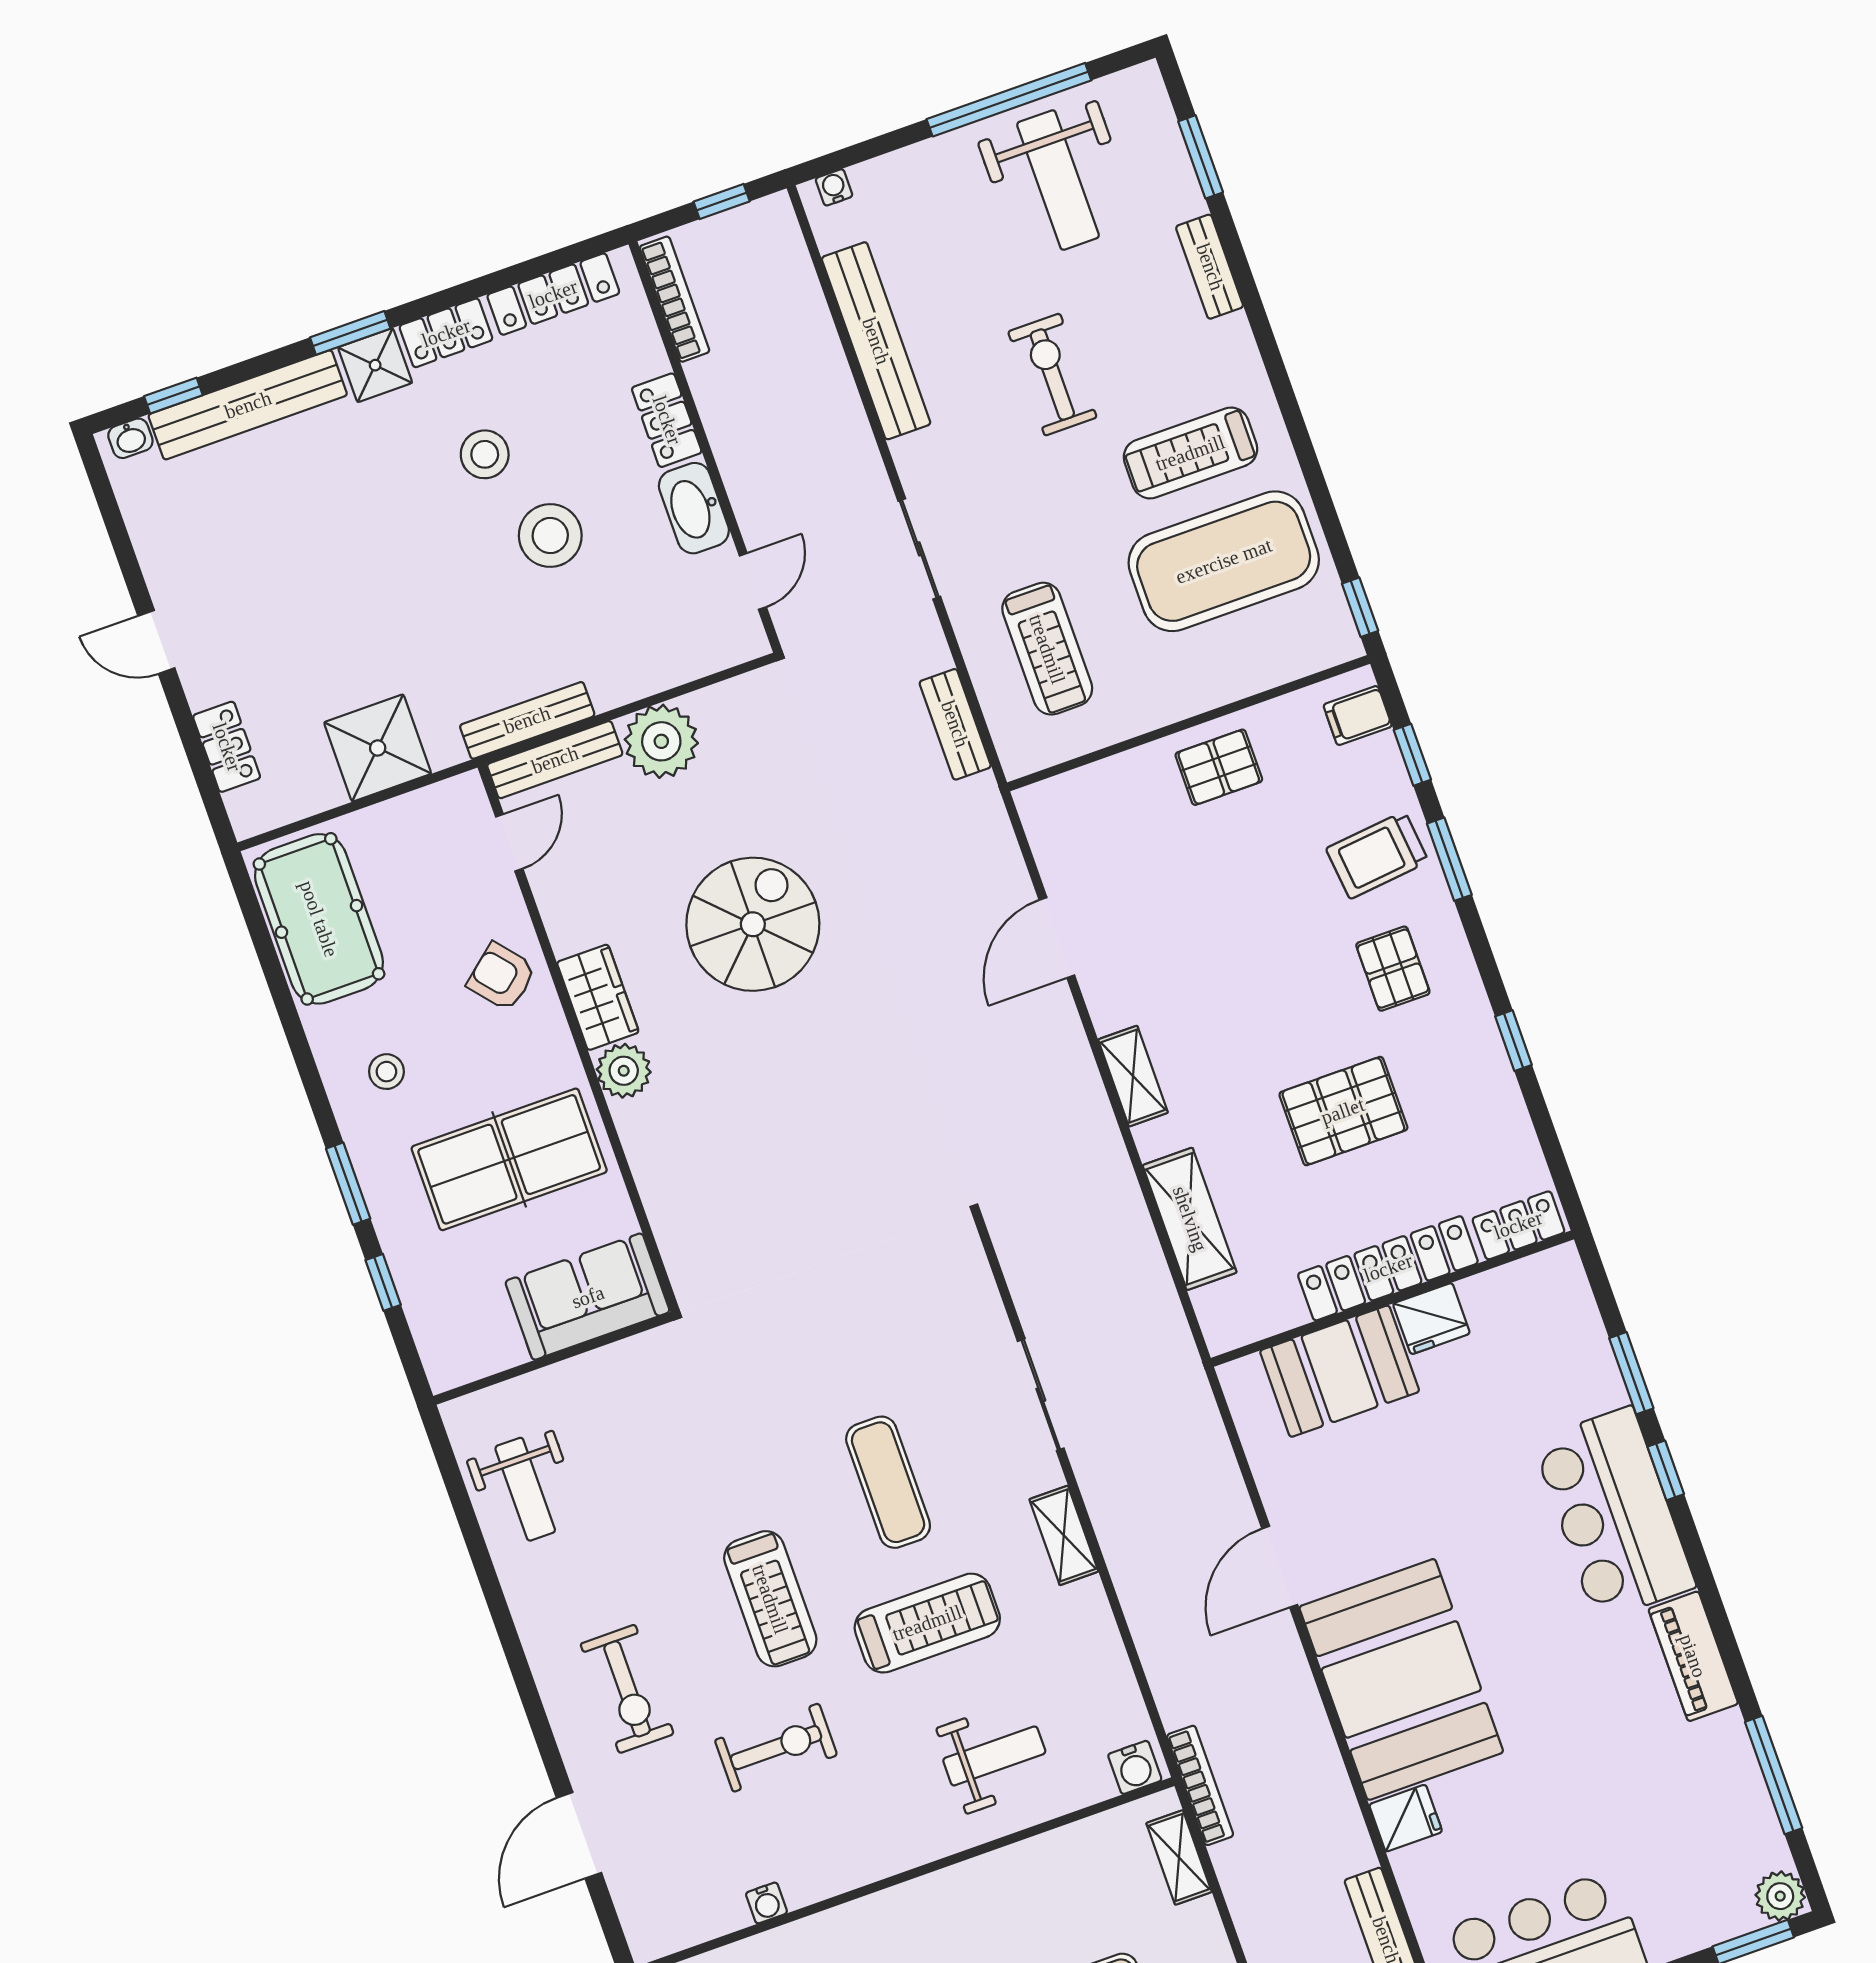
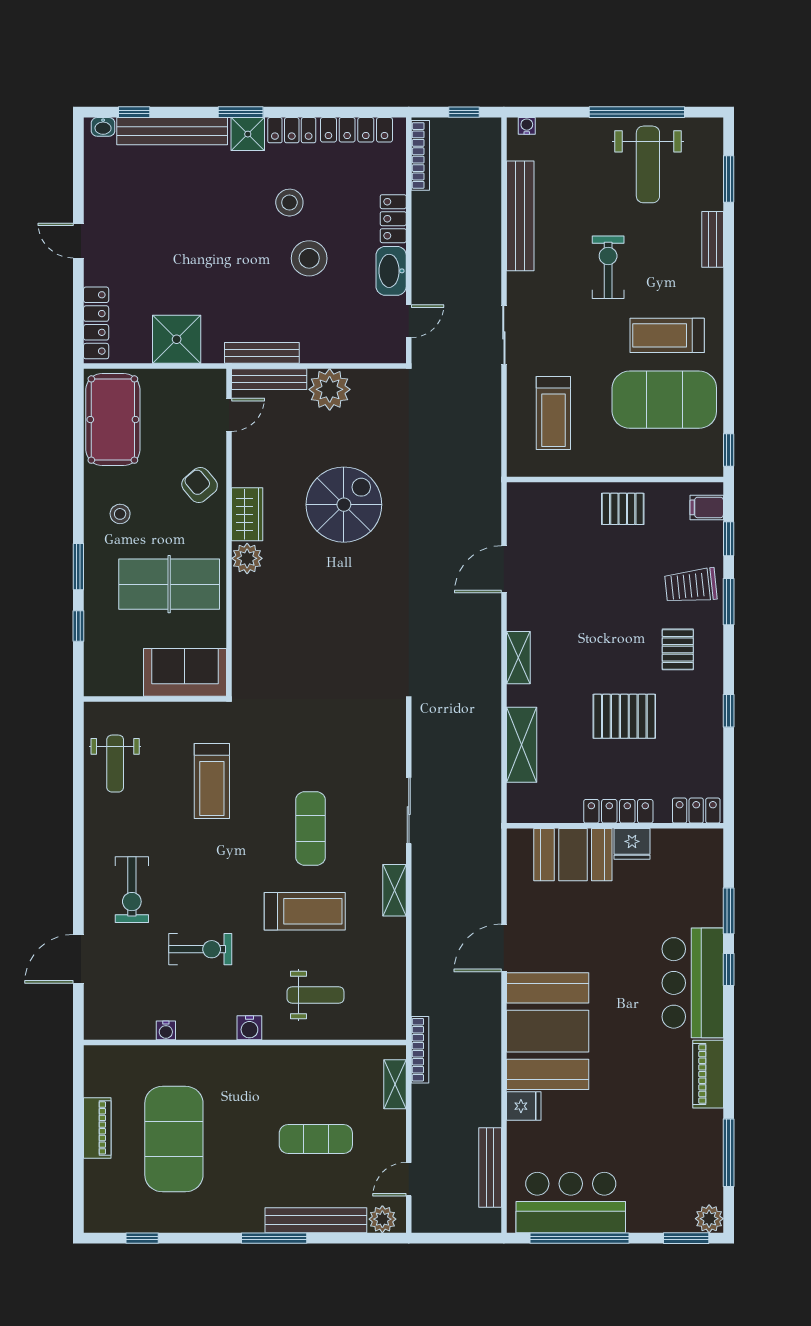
bench: (955, 724) -> (490, 436), removed
locker: (227, 747) -> (96, 323), width x1.53
locker: (1388, 1268) -> (618, 811), width x0.71, depth x0.83
treadmill: (770, 1599) -> (212, 781), moved
water cooler: (1135, 1767) -> (249, 1028), moved

